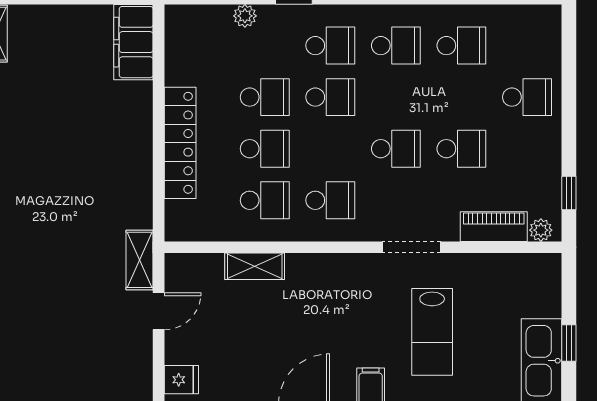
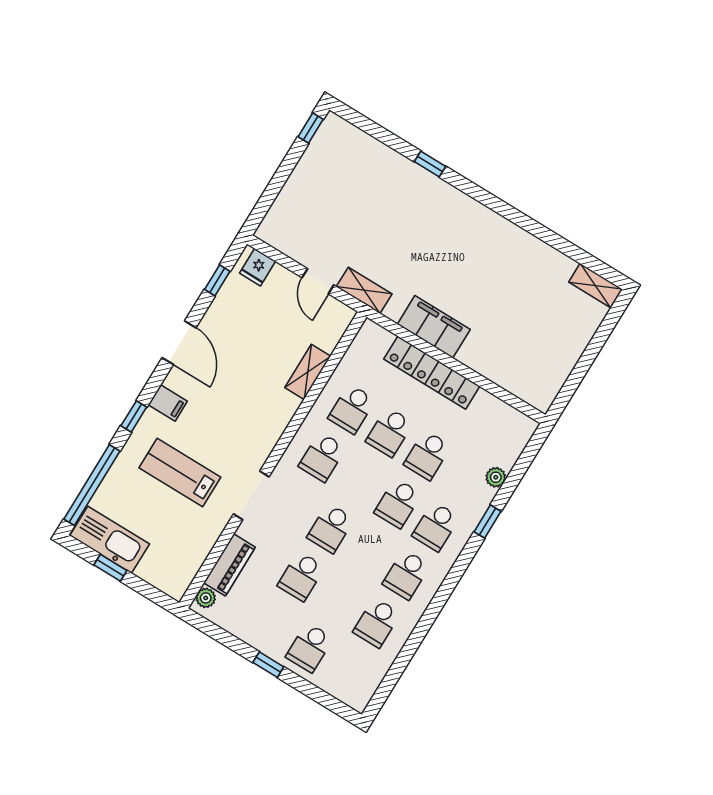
filing cabinet: (133, 42) -> (434, 327), moved
window: (569, 193) -> (268, 665), moved

